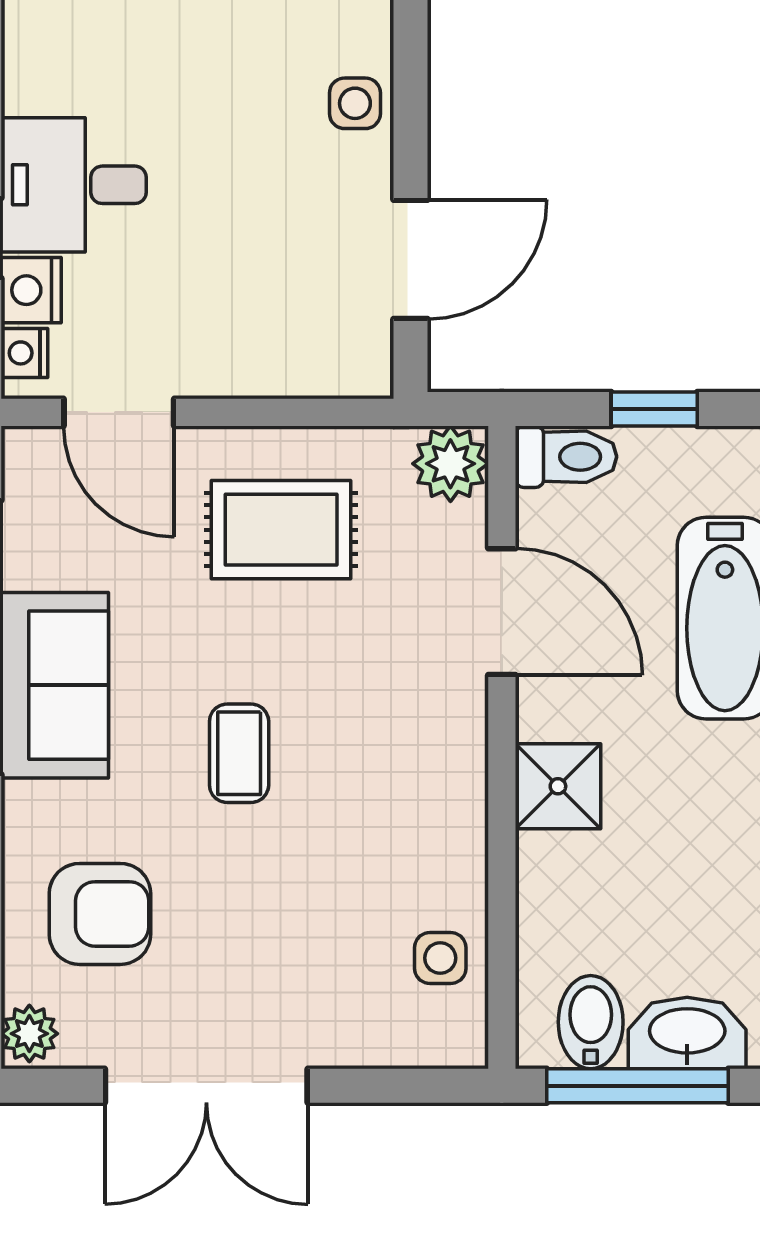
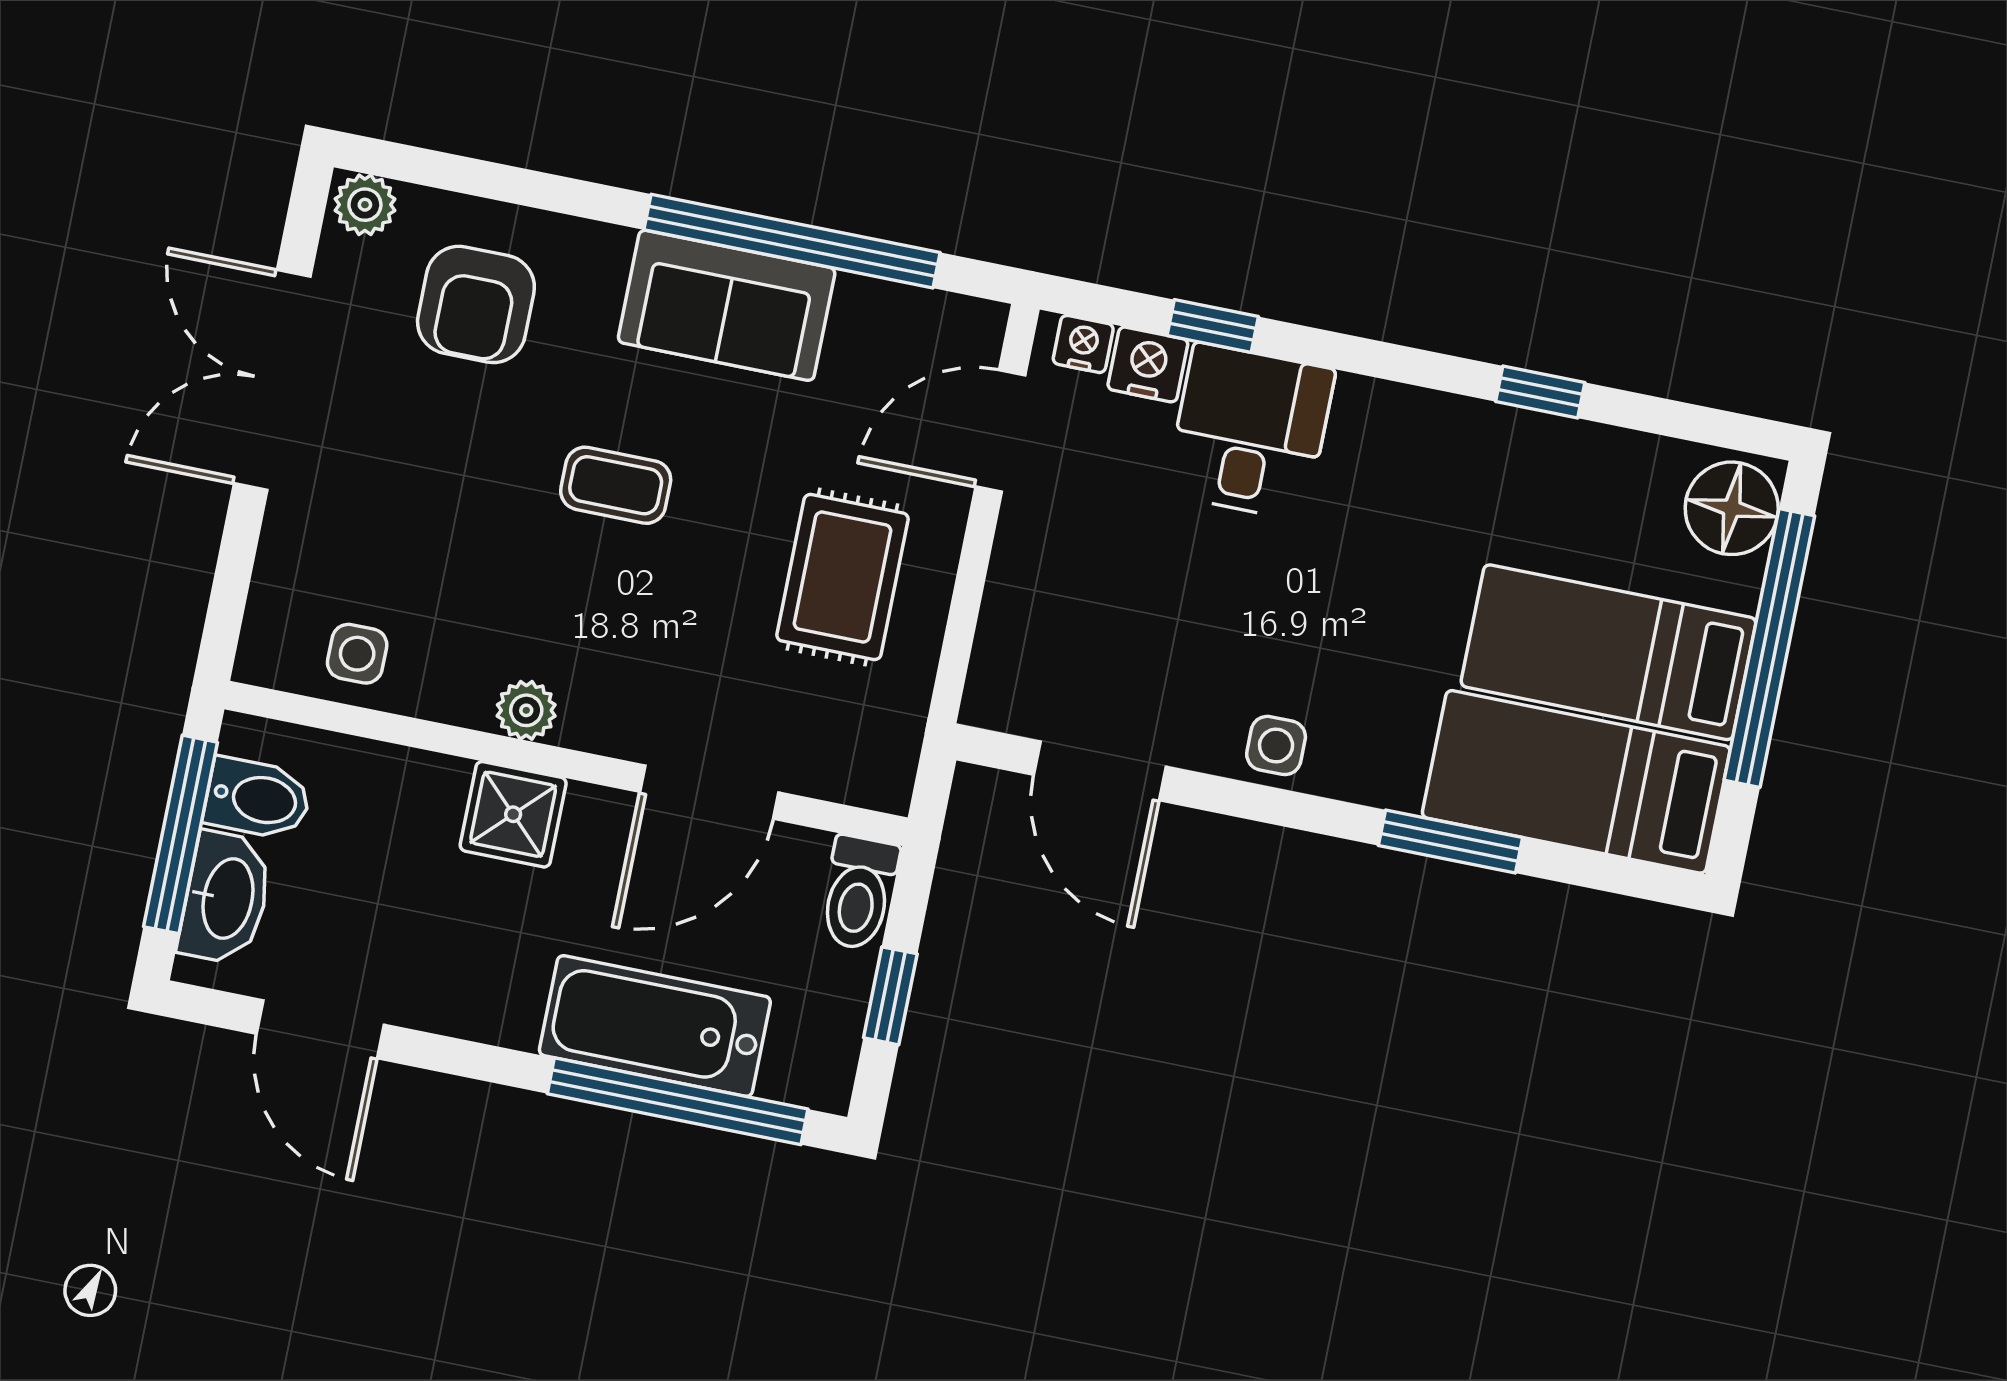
plant: (450, 464) -> (526, 710), moved, width x0.73, depth x0.73

